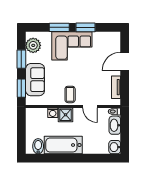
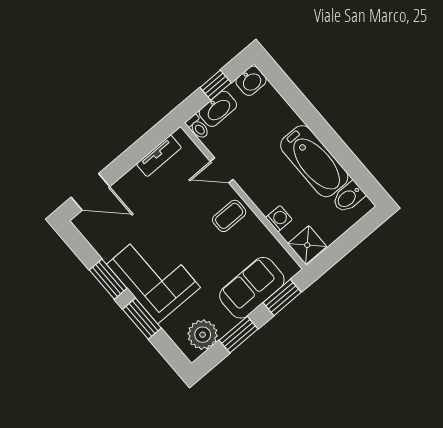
door: (125, 62) -> (90, 192), moved
door: (90, 107) -> (222, 170), swing flipped
shower: (66, 115) -> (307, 245), moved
window: (125, 132) -> (216, 85), added

